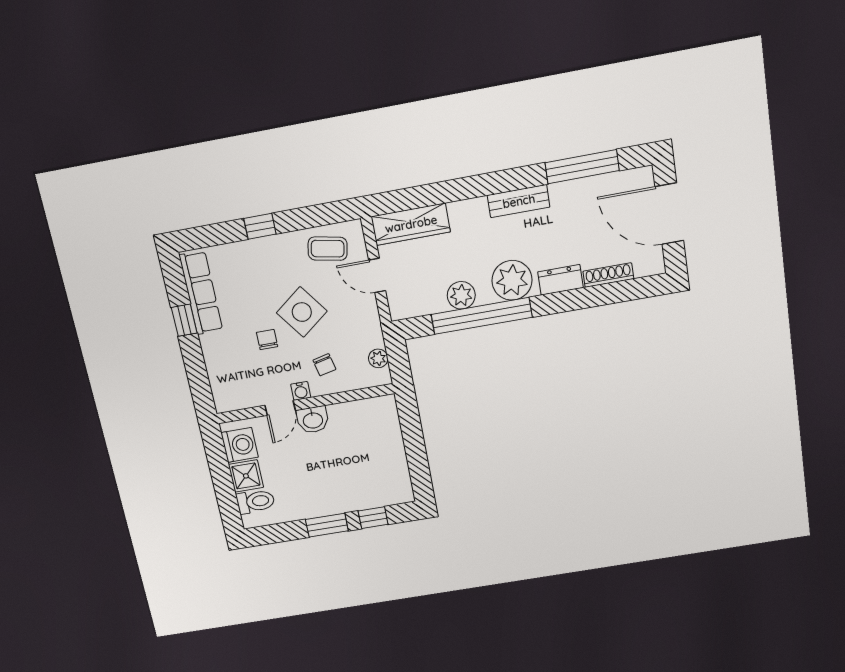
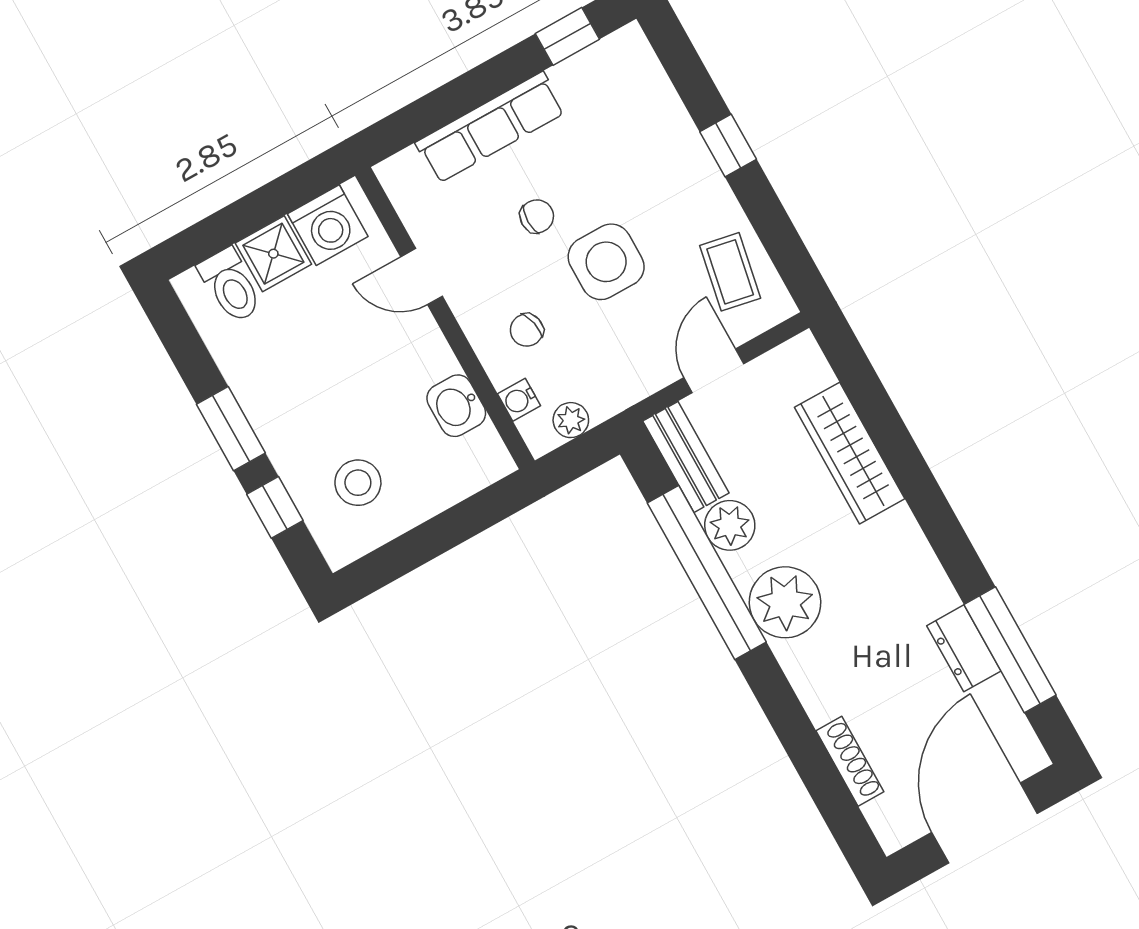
bench: (519, 201) -> (686, 457), moved
wardrobe: (411, 224) -> (850, 453), moved
dresser: (560, 280) -> (964, 648), moved, turned 180
row of seats: (201, 293) -> (490, 128), moved
side table: (302, 312) -> (606, 262), turned 37
window: (184, 320) -> (567, 36), moved
water cooler: (301, 391) -> (519, 400), moved
washbasin: (313, 420) -> (456, 406), moved
stool: (374, 474) -> (358, 483), added

